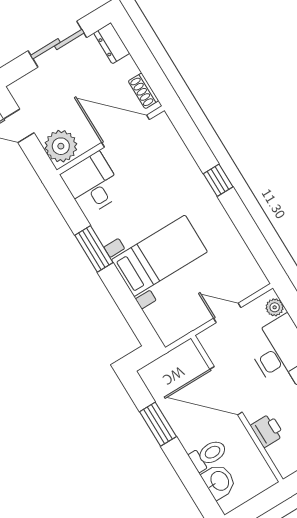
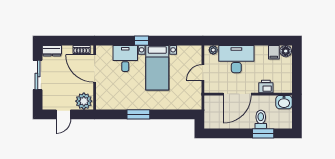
door: (126, 131) -> (95, 68), hinge flipped
desk: (92, 184) -> (125, 58), moved, turned 90
bed with nightstands: (159, 256) -> (157, 68), moved, turned 180
window: (158, 424) -> (263, 133), moved
washbasin: (219, 481) -> (284, 102), moved, turned 180

